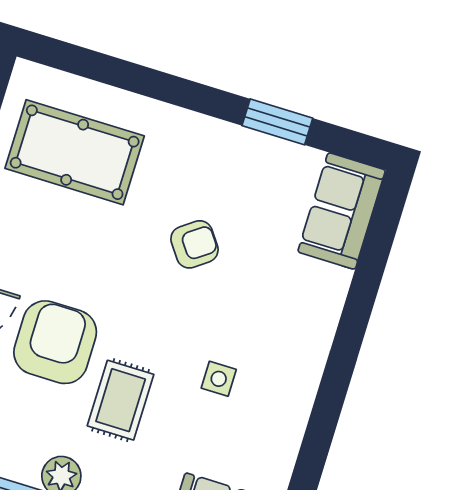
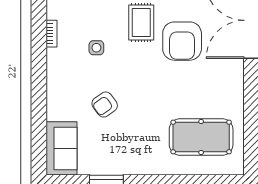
armchair: (194, 244) -> (105, 104), moved
bookcase: (295, 431) -> (51, 34), added

